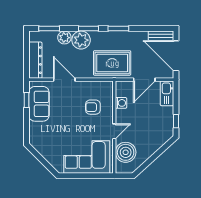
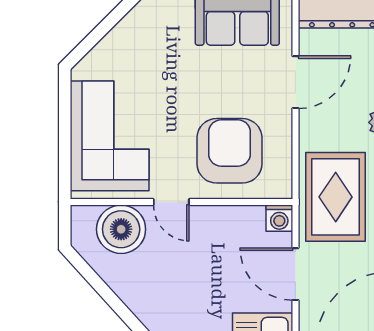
washing machine: (121, 103) -> (279, 218), moved
armchair: (93, 107) -> (229, 151), width x1.88, depth x1.88

